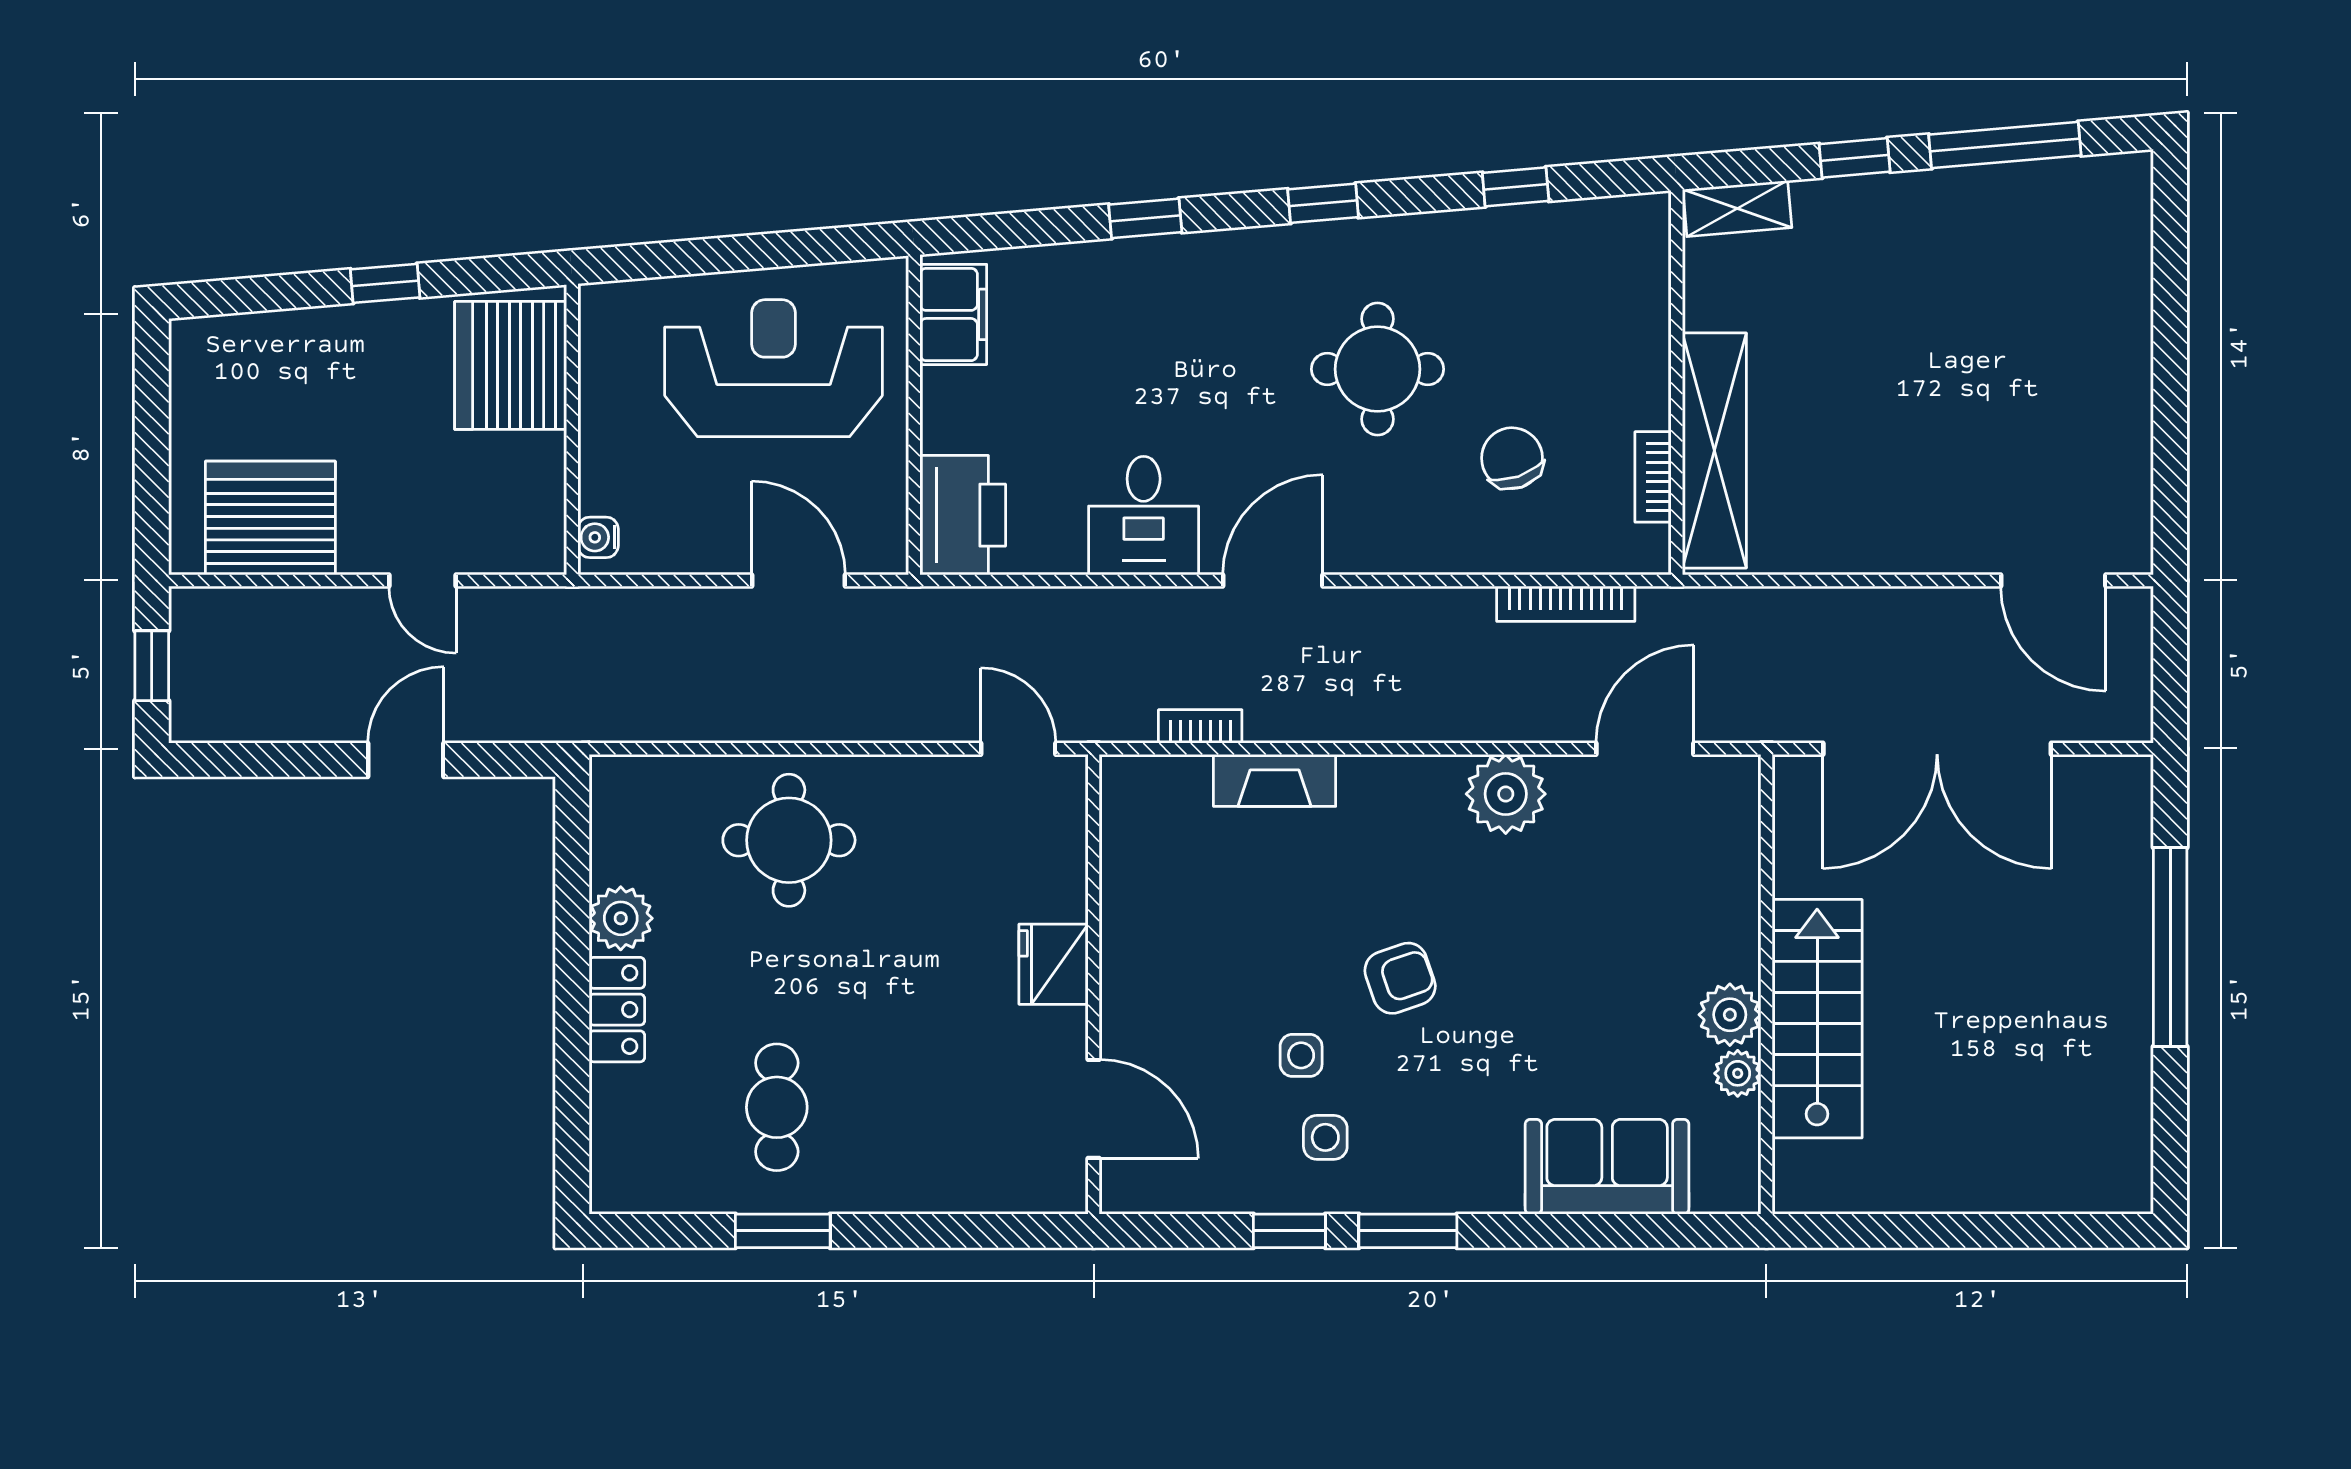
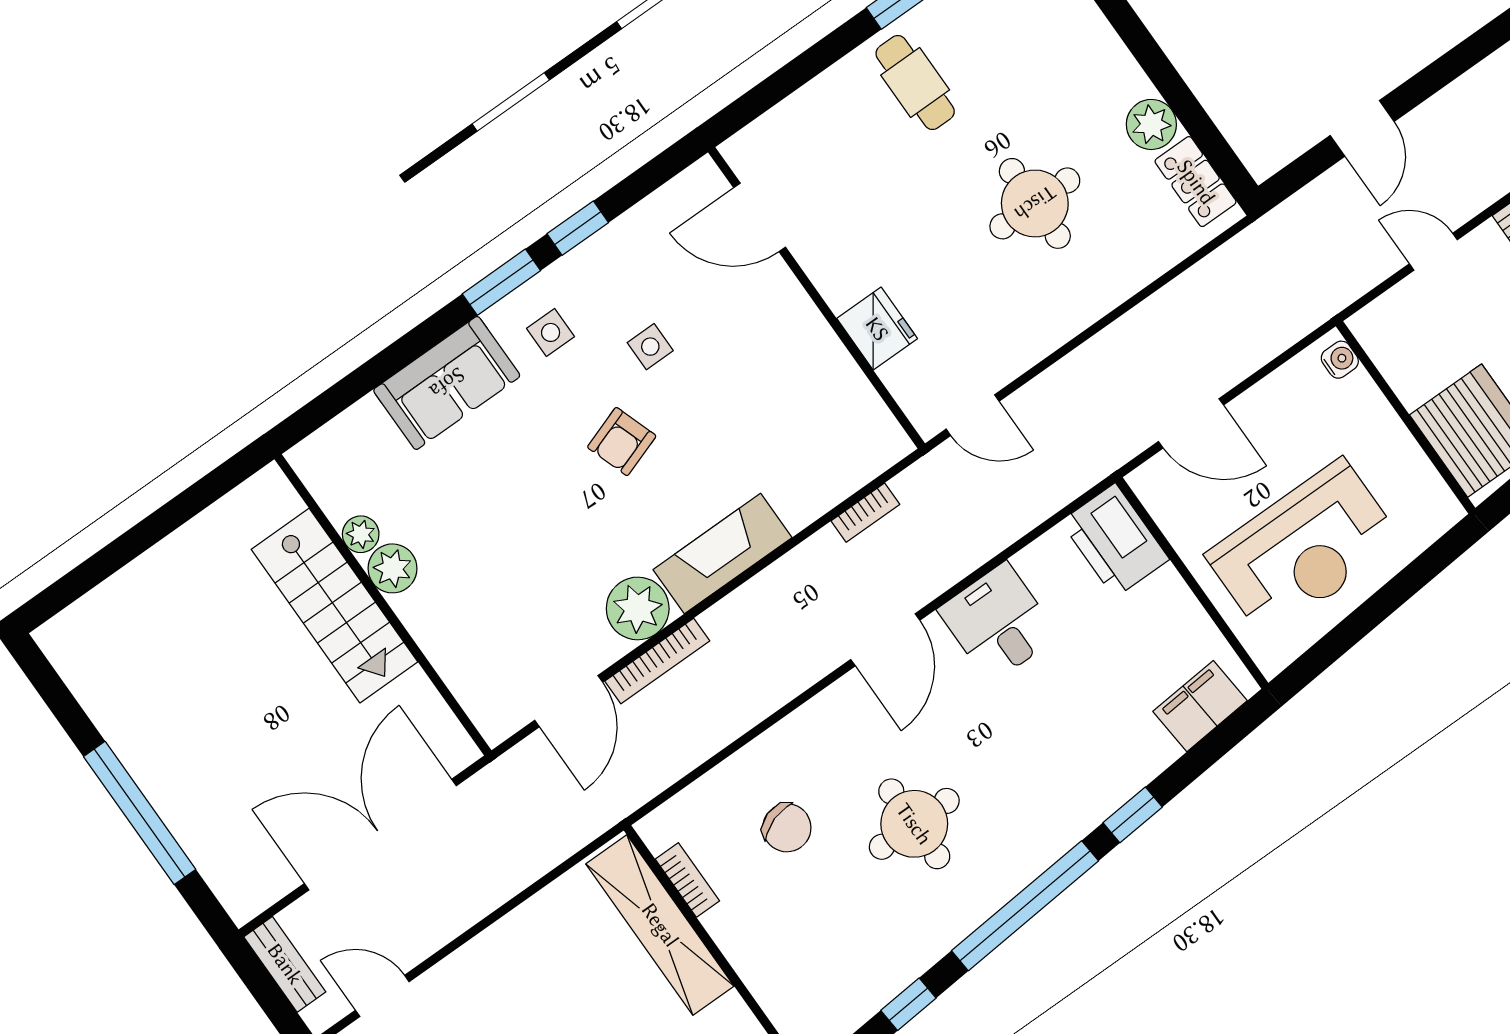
window: (1323, 203) -> (1025, 906), width x3.17
filing cabinet: (953, 314) -> (1200, 706), moved, turned 85
door: (2053, 580) -> (382, 996), width x0.73
bookcase: (1566, 604) -> (657, 661), moved, turned 180
bench: (2131, 684) -> (285, 964), added
fireplace: (1275, 780) -> (722, 554), moved, width x1.37, depth x1.32
round table: (789, 840) -> (1035, 203), moved
fridge: (1053, 964) -> (877, 329), moved
locker: (617, 1010) -> (1196, 182), moved
cafe table: (777, 1107) -> (915, 82), moved
side table: (1325, 1137) -> (551, 332), moved
sofa: (1607, 1167) -> (447, 383), moved

